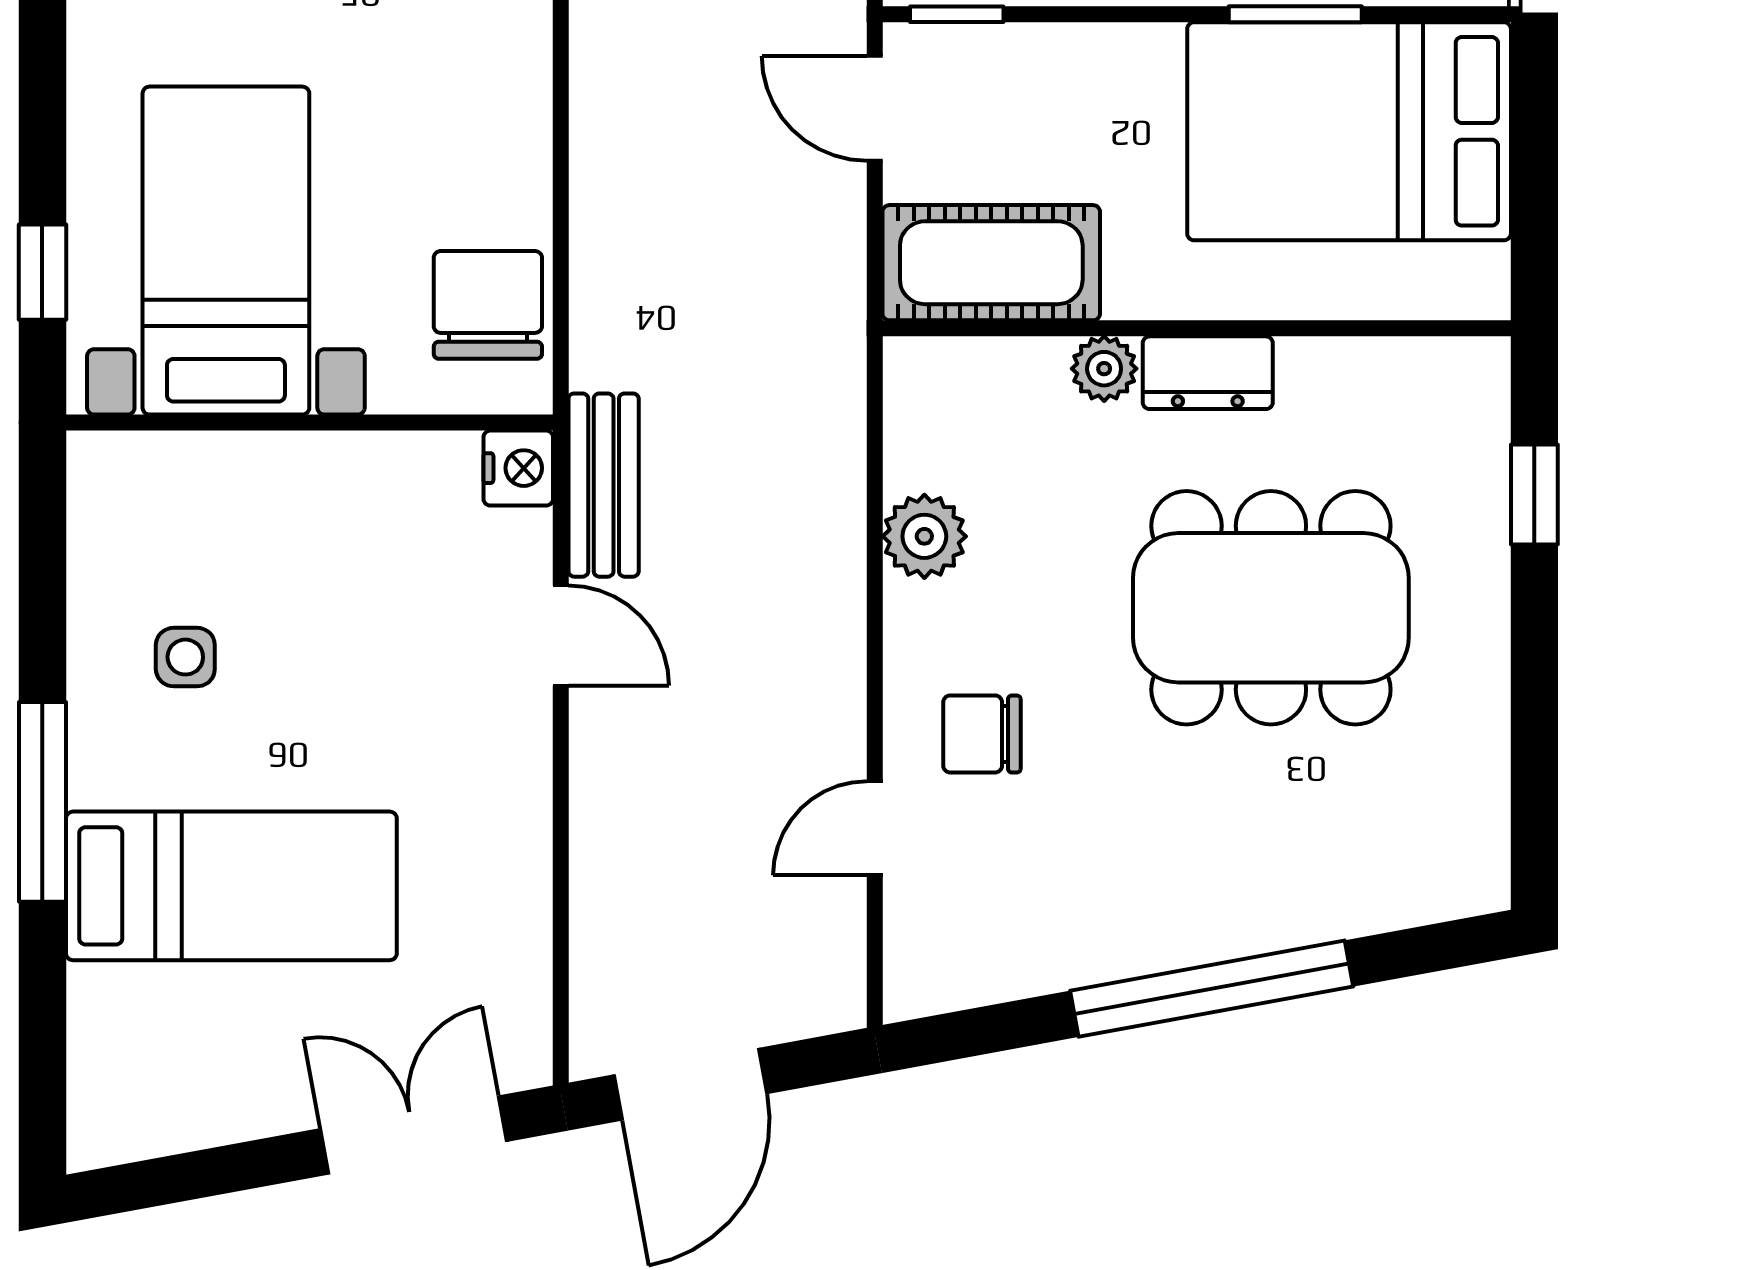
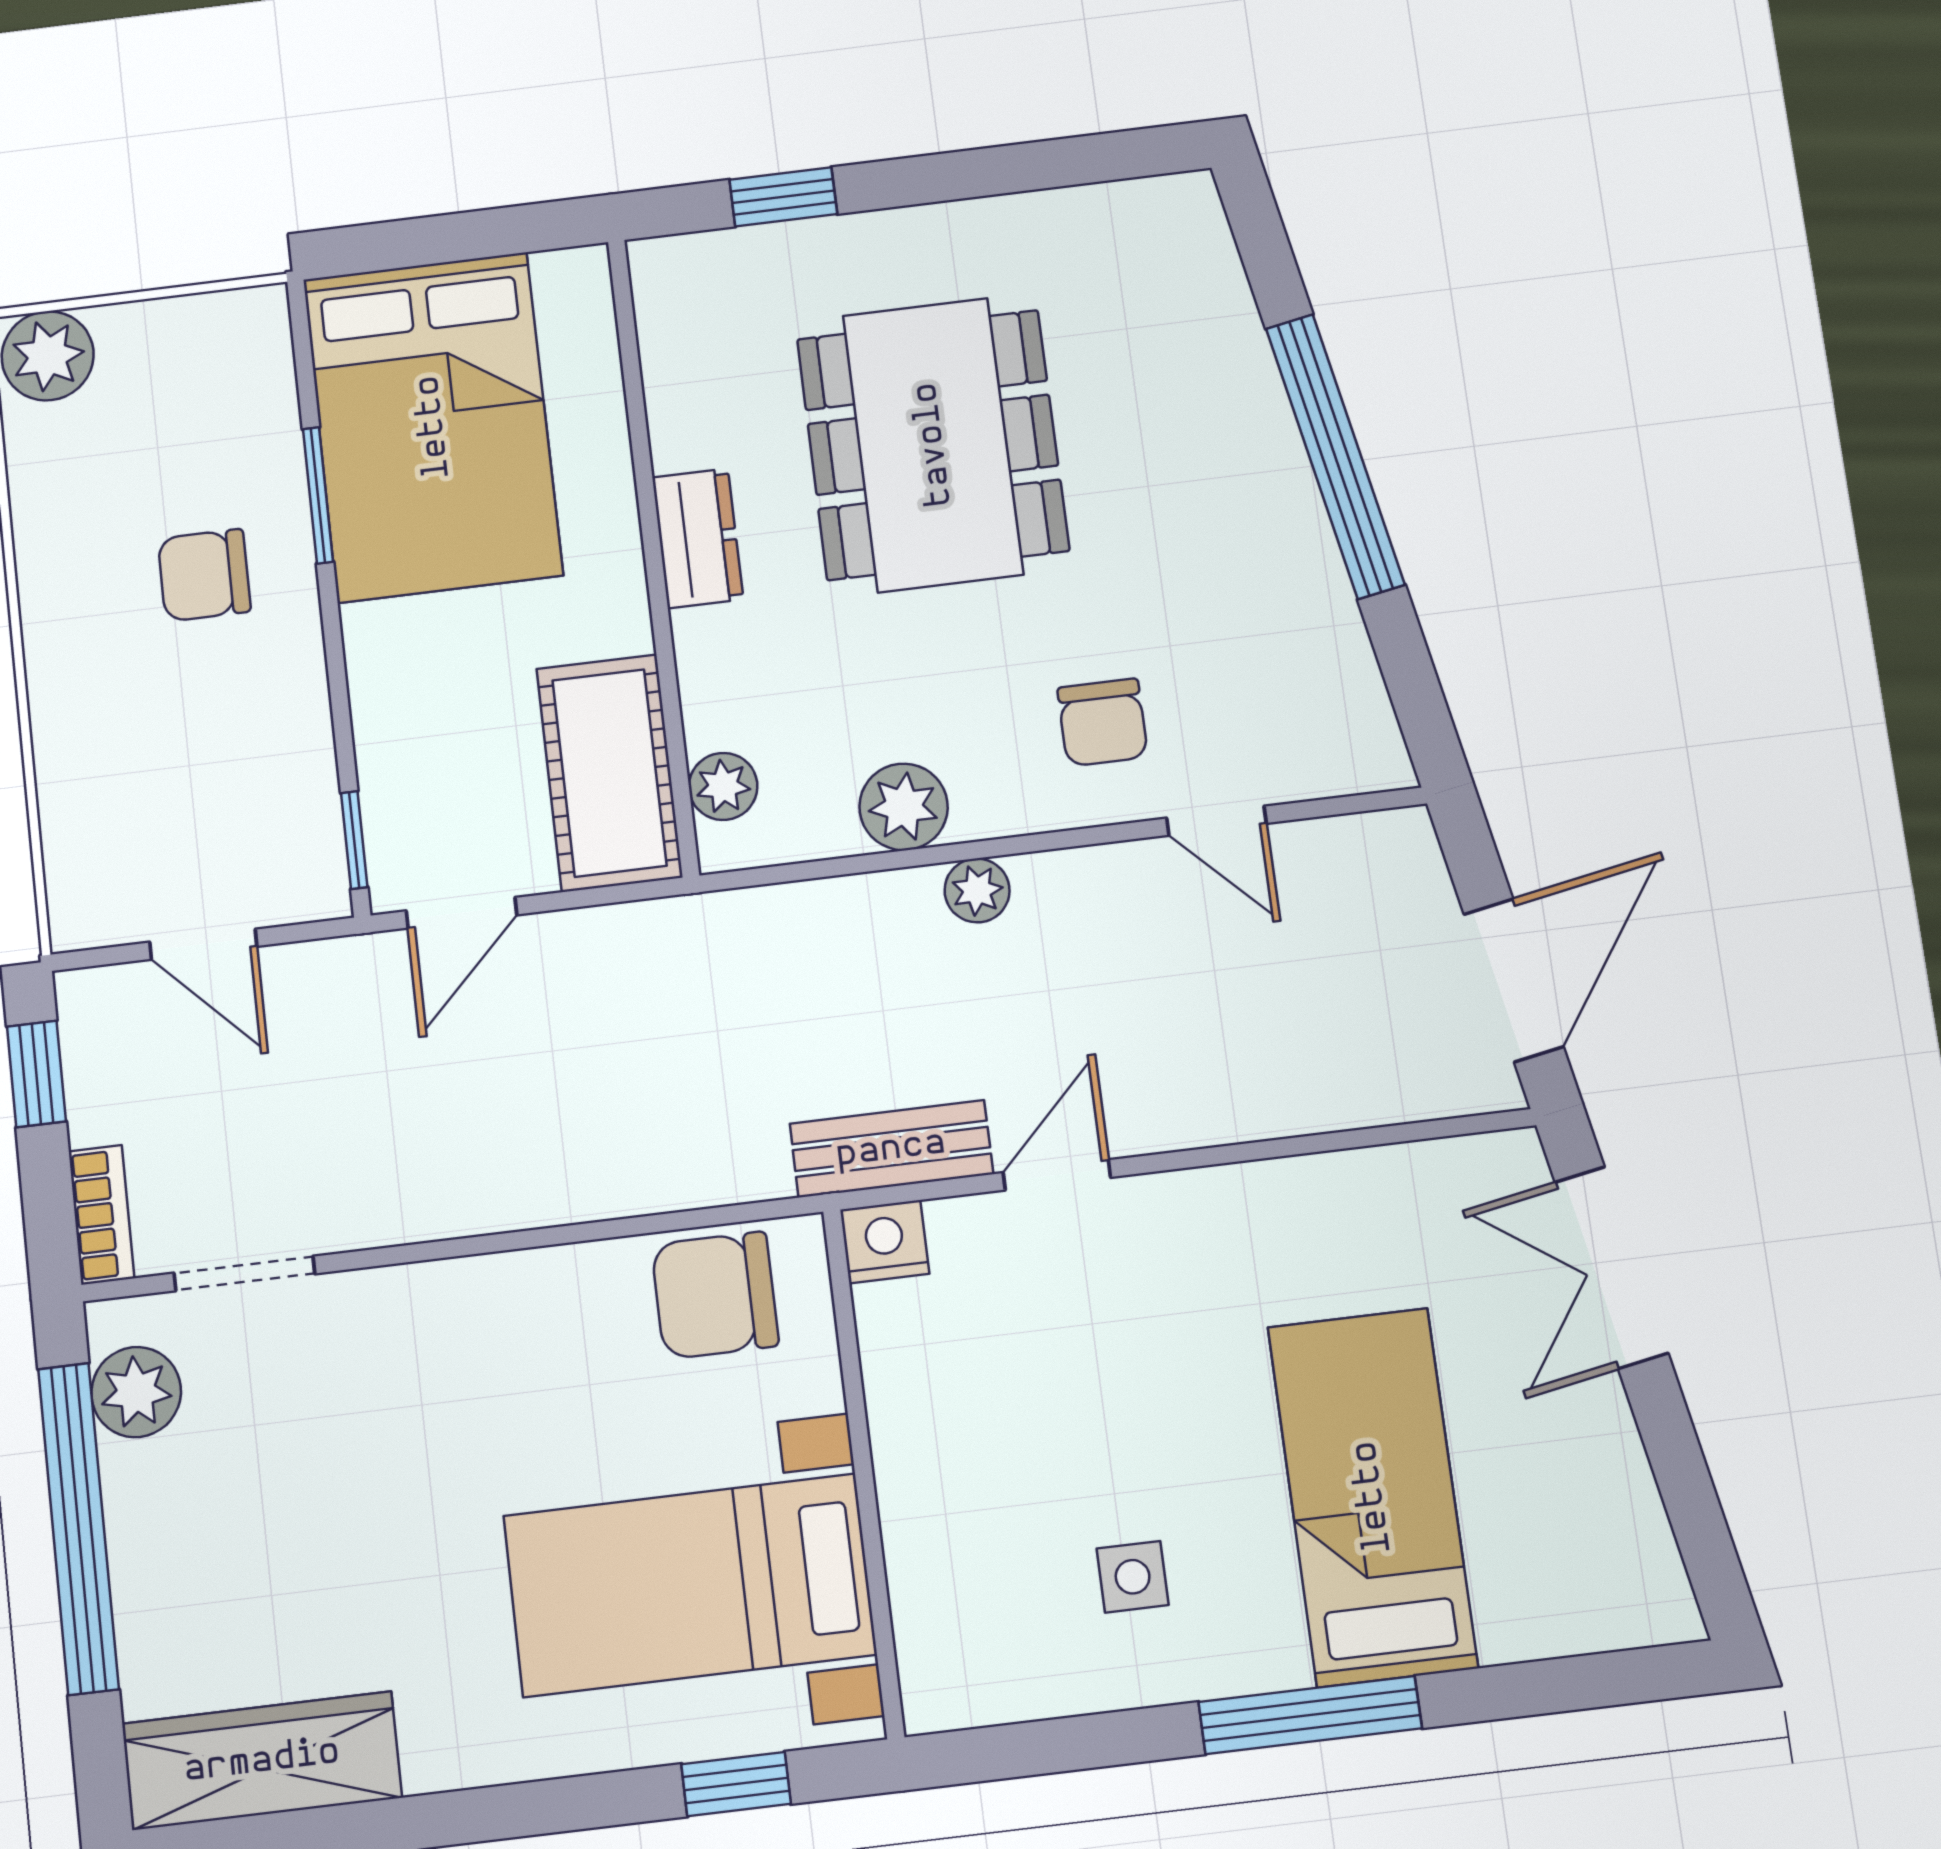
plant: (1104, 369) -> (723, 786), moved
plant: (836, 595) -> (977, 890), added
door: (690, 1084) -> (1514, 980), hinge flipped

